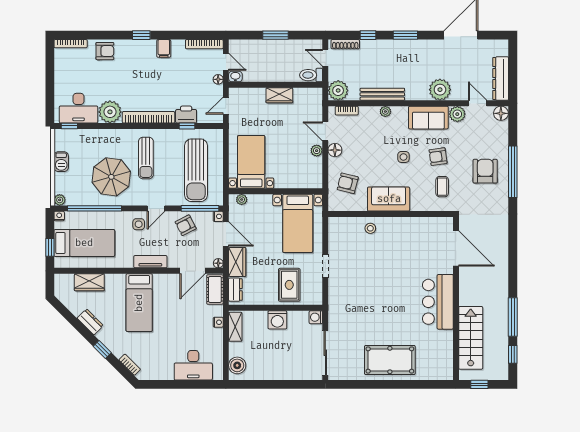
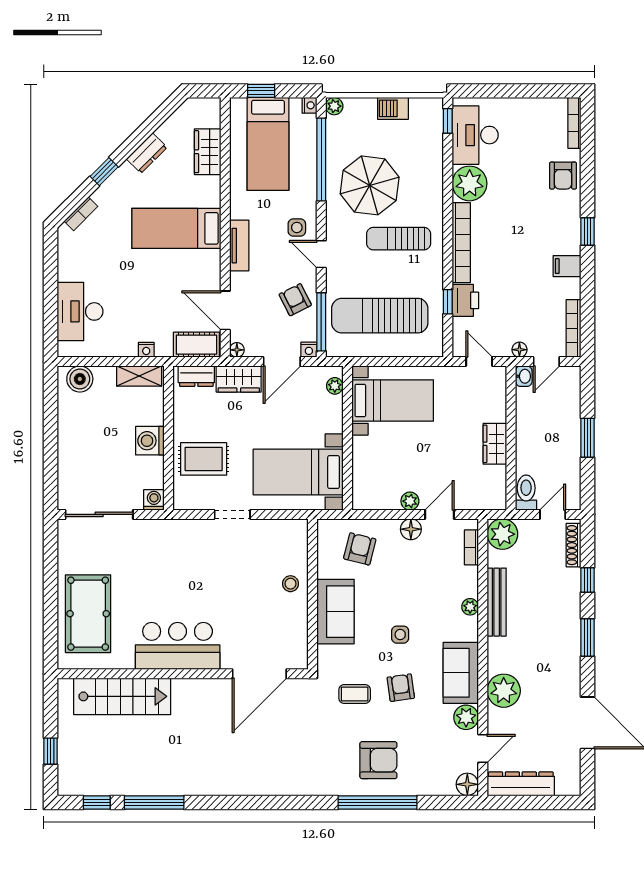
door: (456, 249) -> (259, 674), moved
wall: (456, 299) -> (183, 674), moved
bar counter: (438, 302) -> (178, 646), moved
stairs: (471, 338) -> (122, 696), moved

